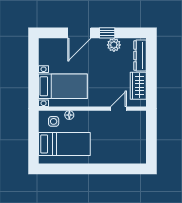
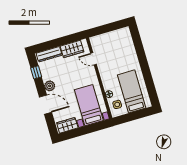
window: (107, 33) -> (36, 72), moved
plant: (114, 45) -> (50, 86), moved
wardrobe: (46, 52) -> (67, 125), added

